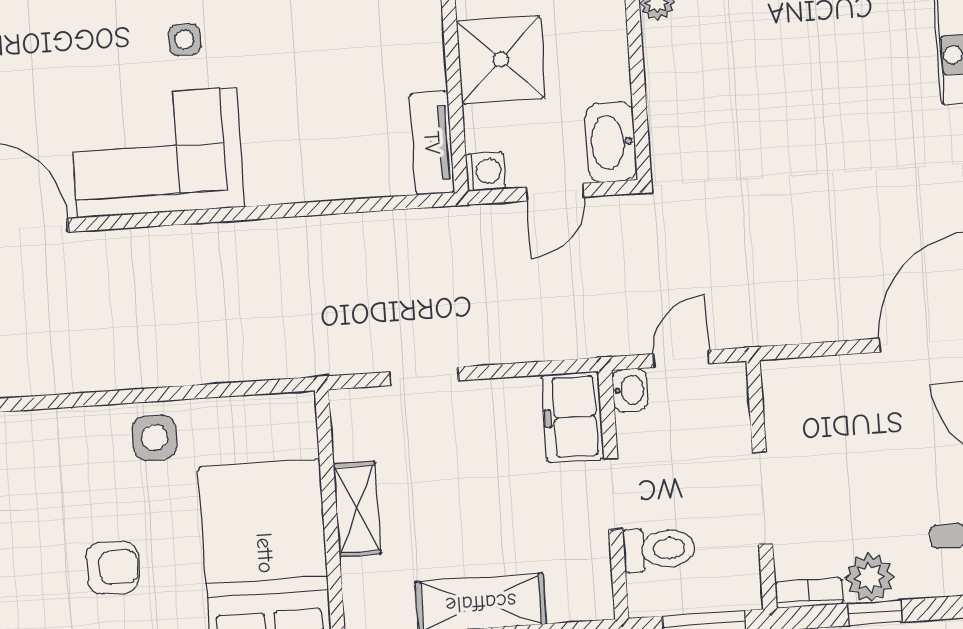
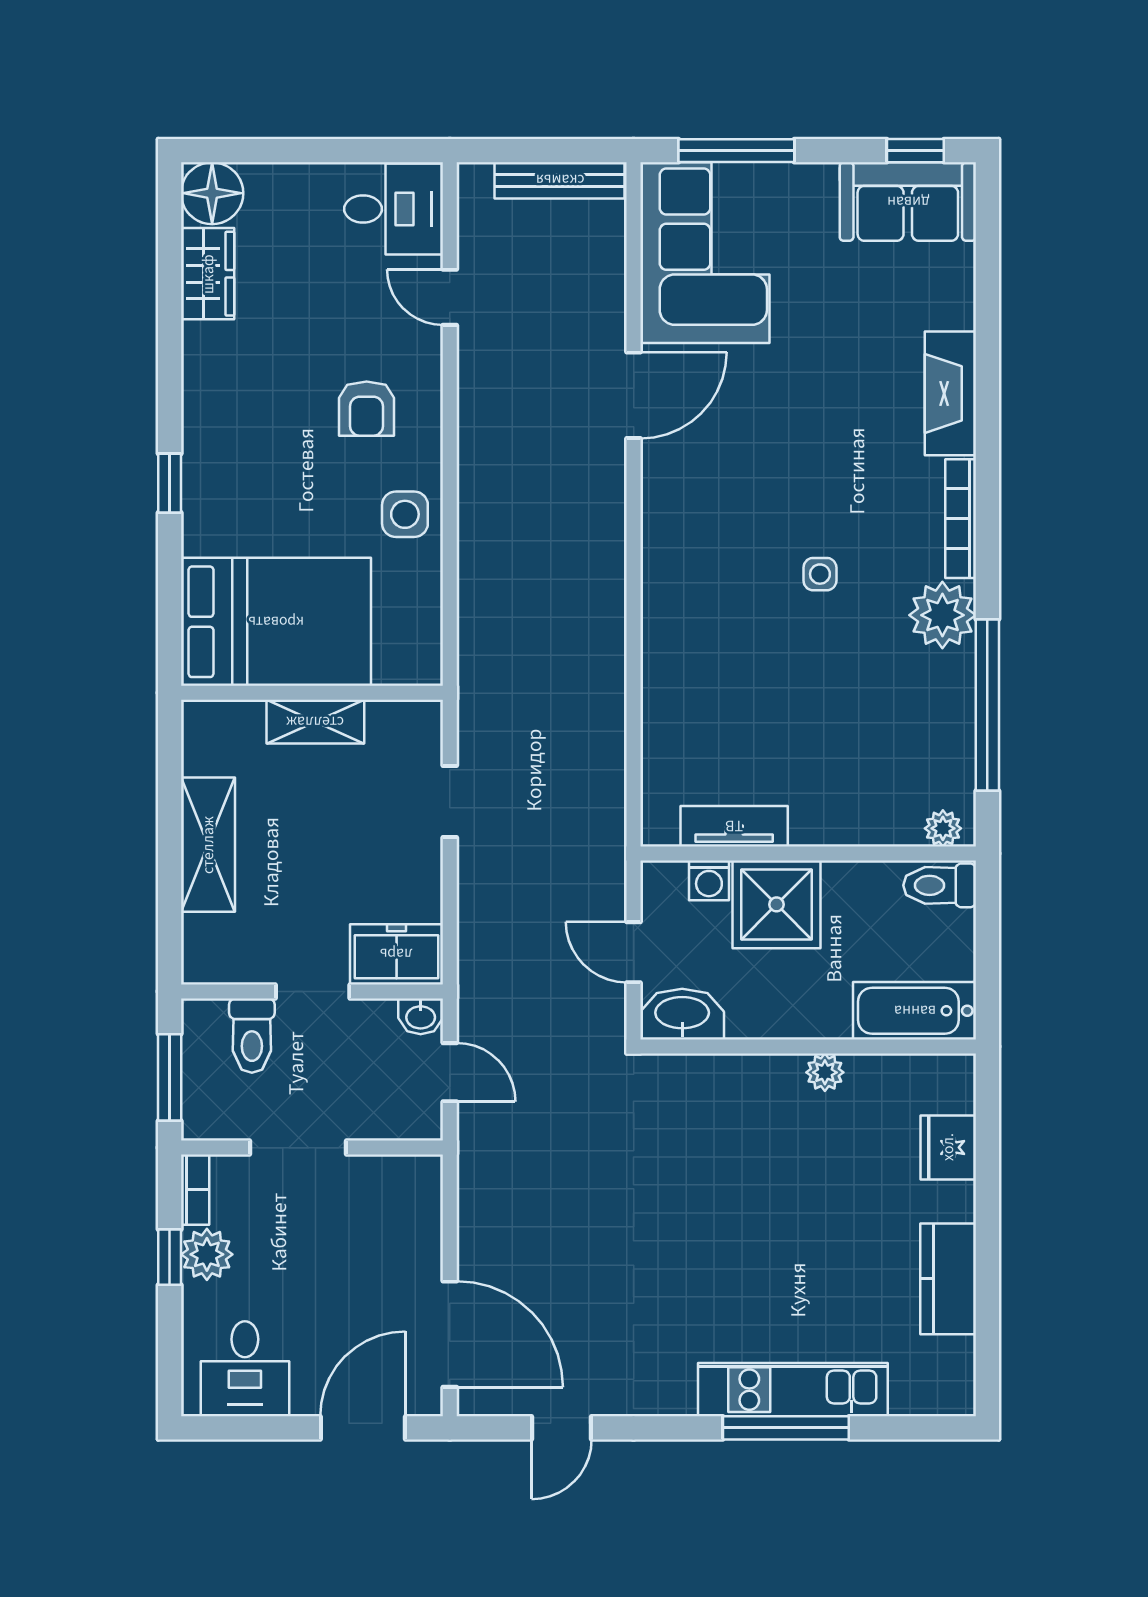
tv unit: (432, 143) -> (734, 826), moved
corner sofa: (157, 153) -> (703, 537), removed
washing machine: (485, 171) -> (709, 880), moved
armchair: (113, 568) -> (367, 409), moved

